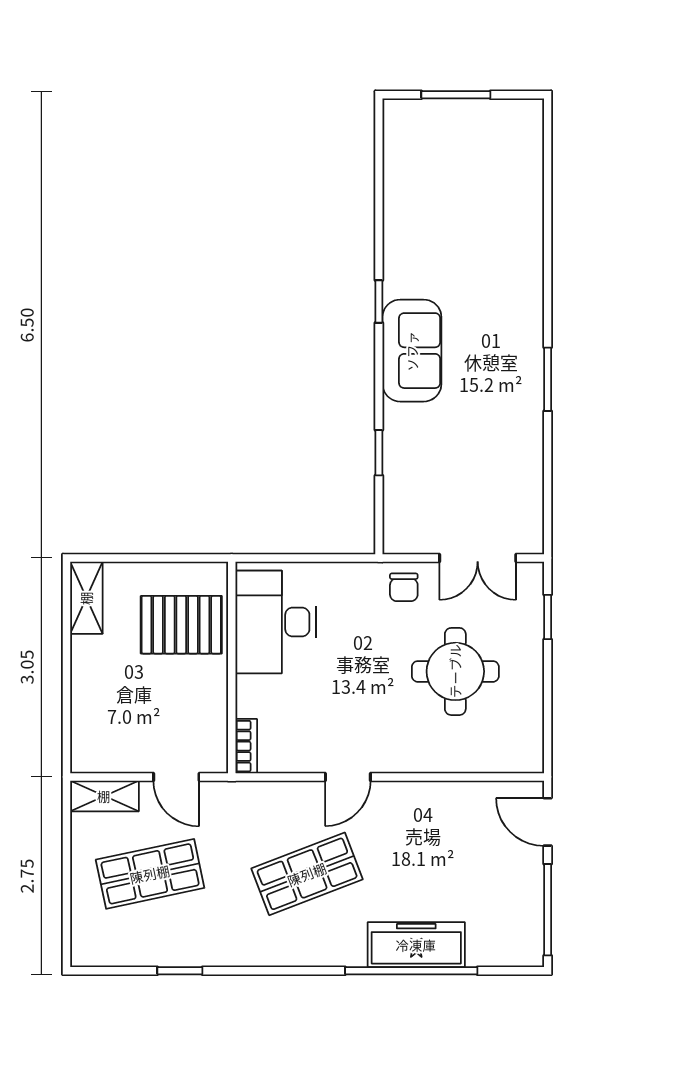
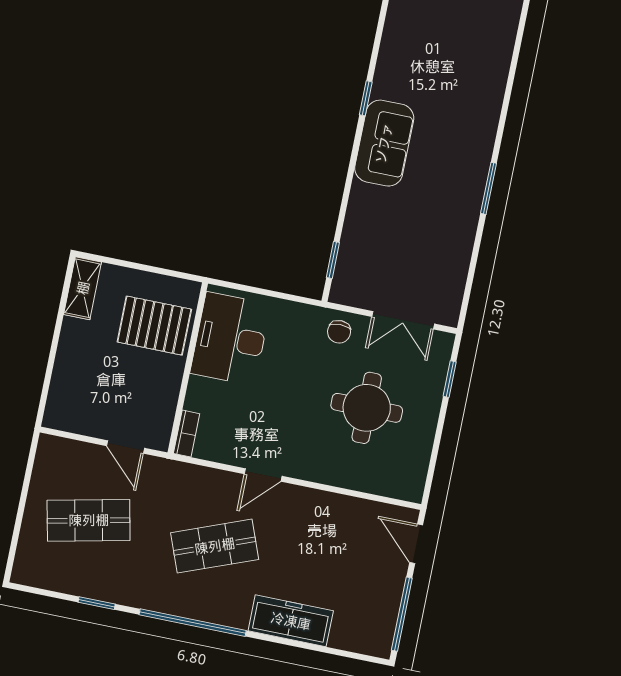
window: (379, 453) -> (333, 260), moved
shelving: (104, 796) -> (65, 450), removed
window: (411, 971) -> (193, 623), moved

